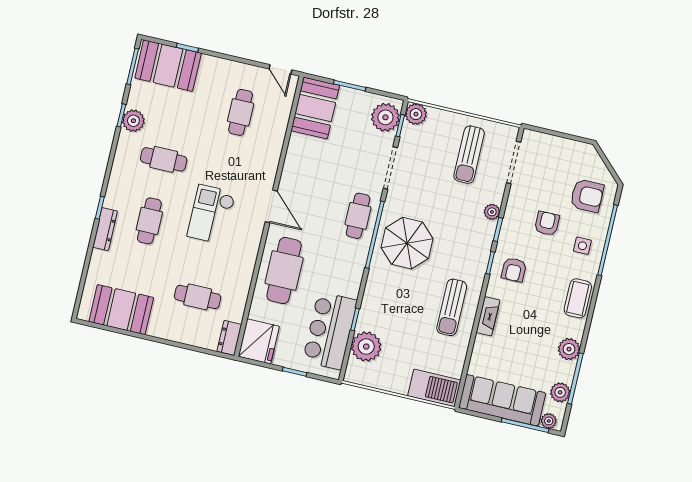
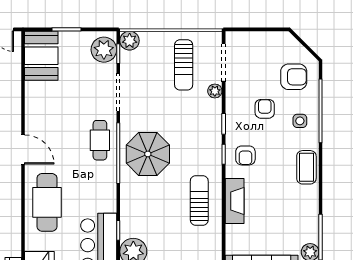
plant: (492, 212) -> (215, 91), moved
sun lounger: (452, 307) -> (199, 200), turned 180
fireplace: (488, 316) -> (235, 201), width x1.37, depth x1.32
plant: (569, 349) -> (309, 213), removed

